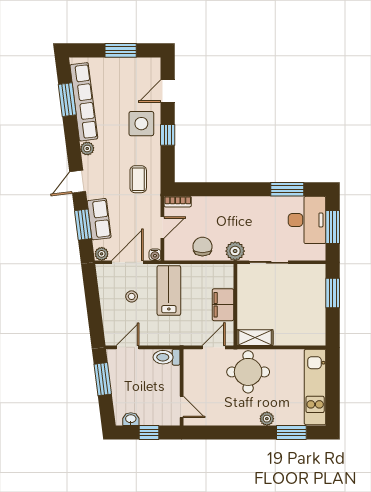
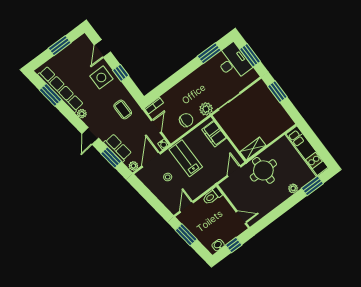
chair: (202, 247) -> (186, 120), turned 90
filing cabinet: (223, 305) -> (214, 134), moved

